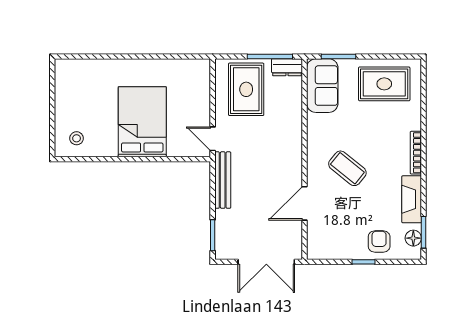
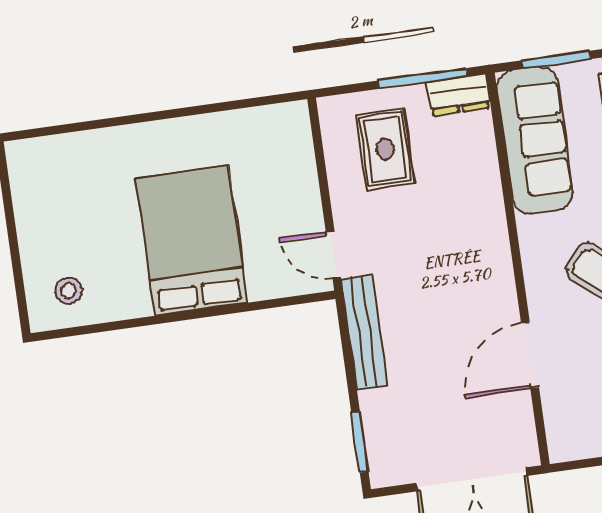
sofa: (322, 86) -> (535, 140), width x1.36
rug: (246, 89) -> (385, 149), width x0.73, depth x0.70

